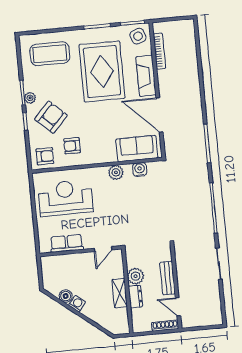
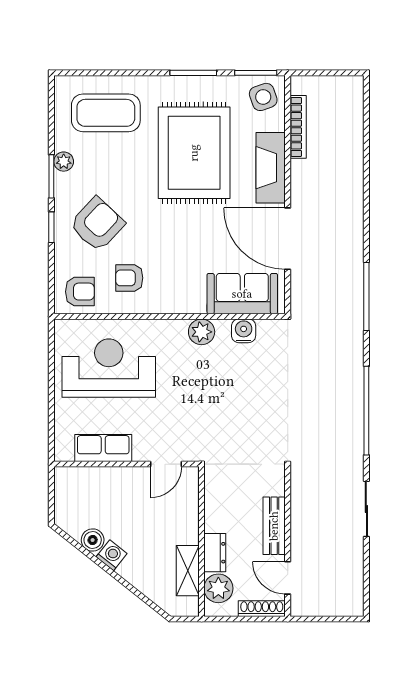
plant: (30, 98) -> (64, 162), moved
plant: (136, 276) -> (218, 588), moved
shelving: (120, 293) -> (188, 571), moved

